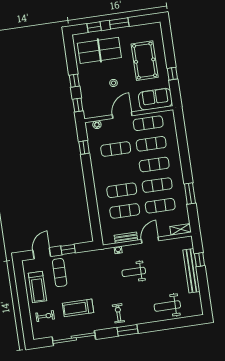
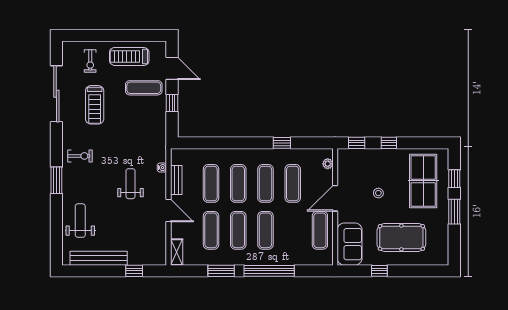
door: (122, 115) -> (335, 198), swing flipped
exercise mat: (151, 144) -> (265, 183), moved
window: (84, 147) -> (282, 143), moved
window: (185, 157) -> (269, 271), added
bench: (191, 271) -> (99, 258), moved
treadmill: (78, 308) -> (95, 105), turned 180
window: (128, 330) -> (56, 180), moved

